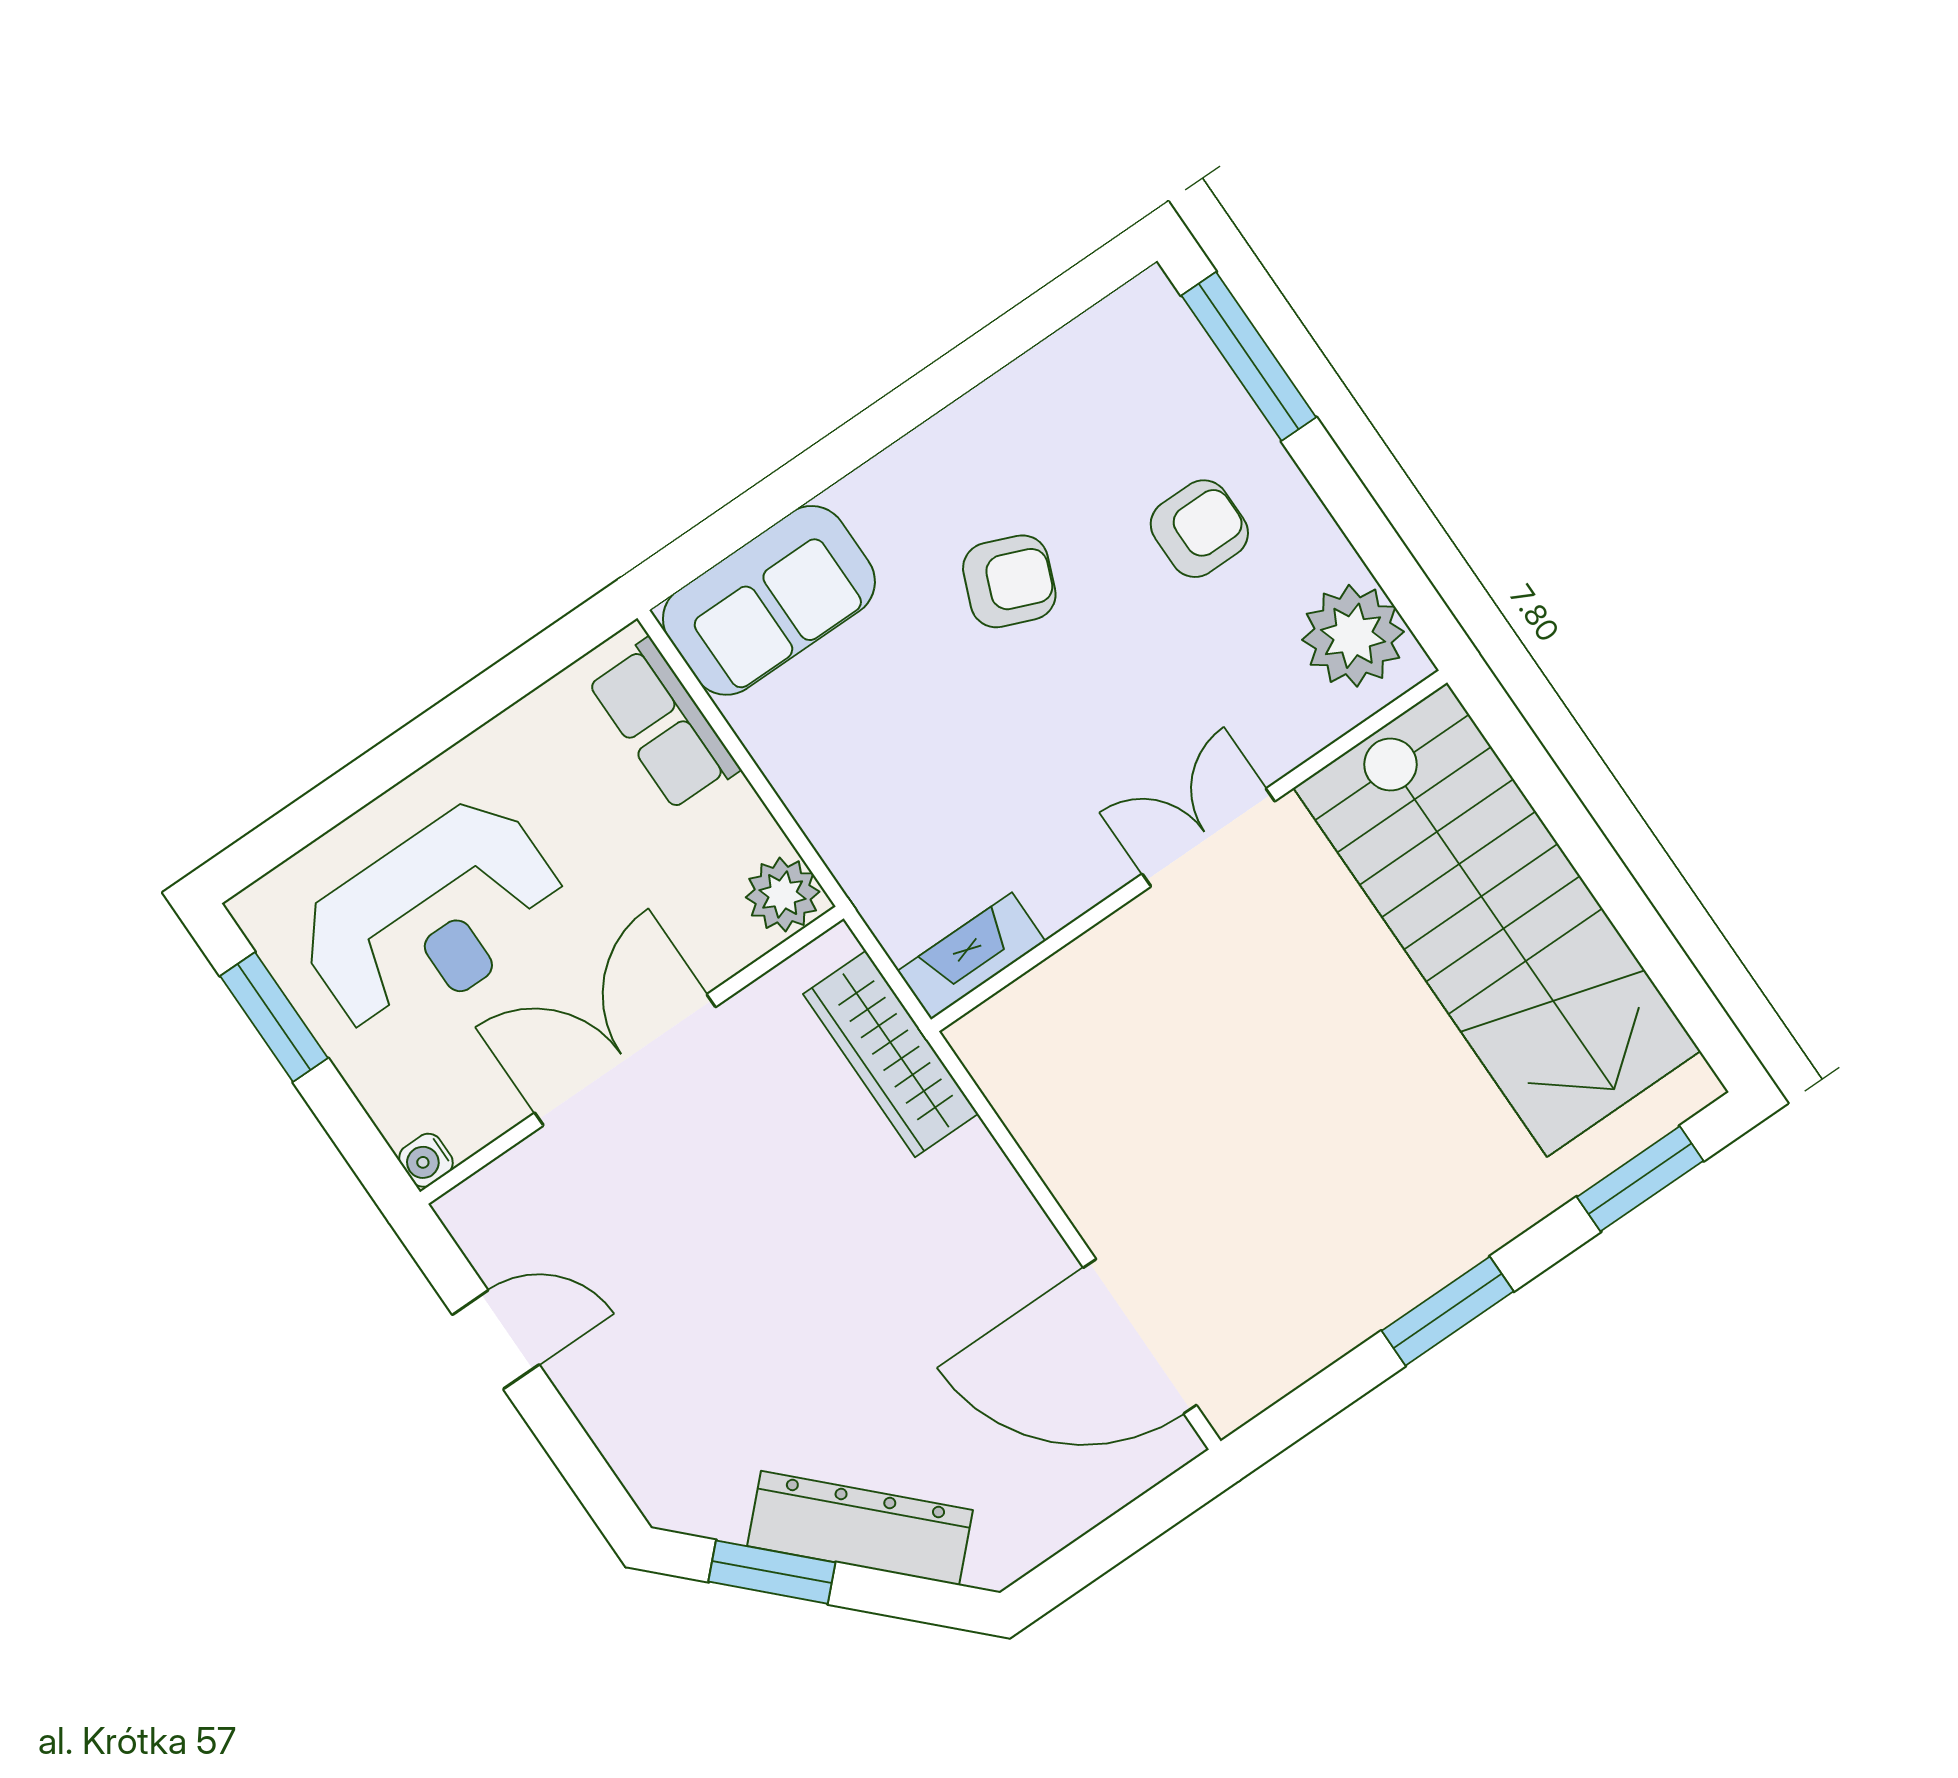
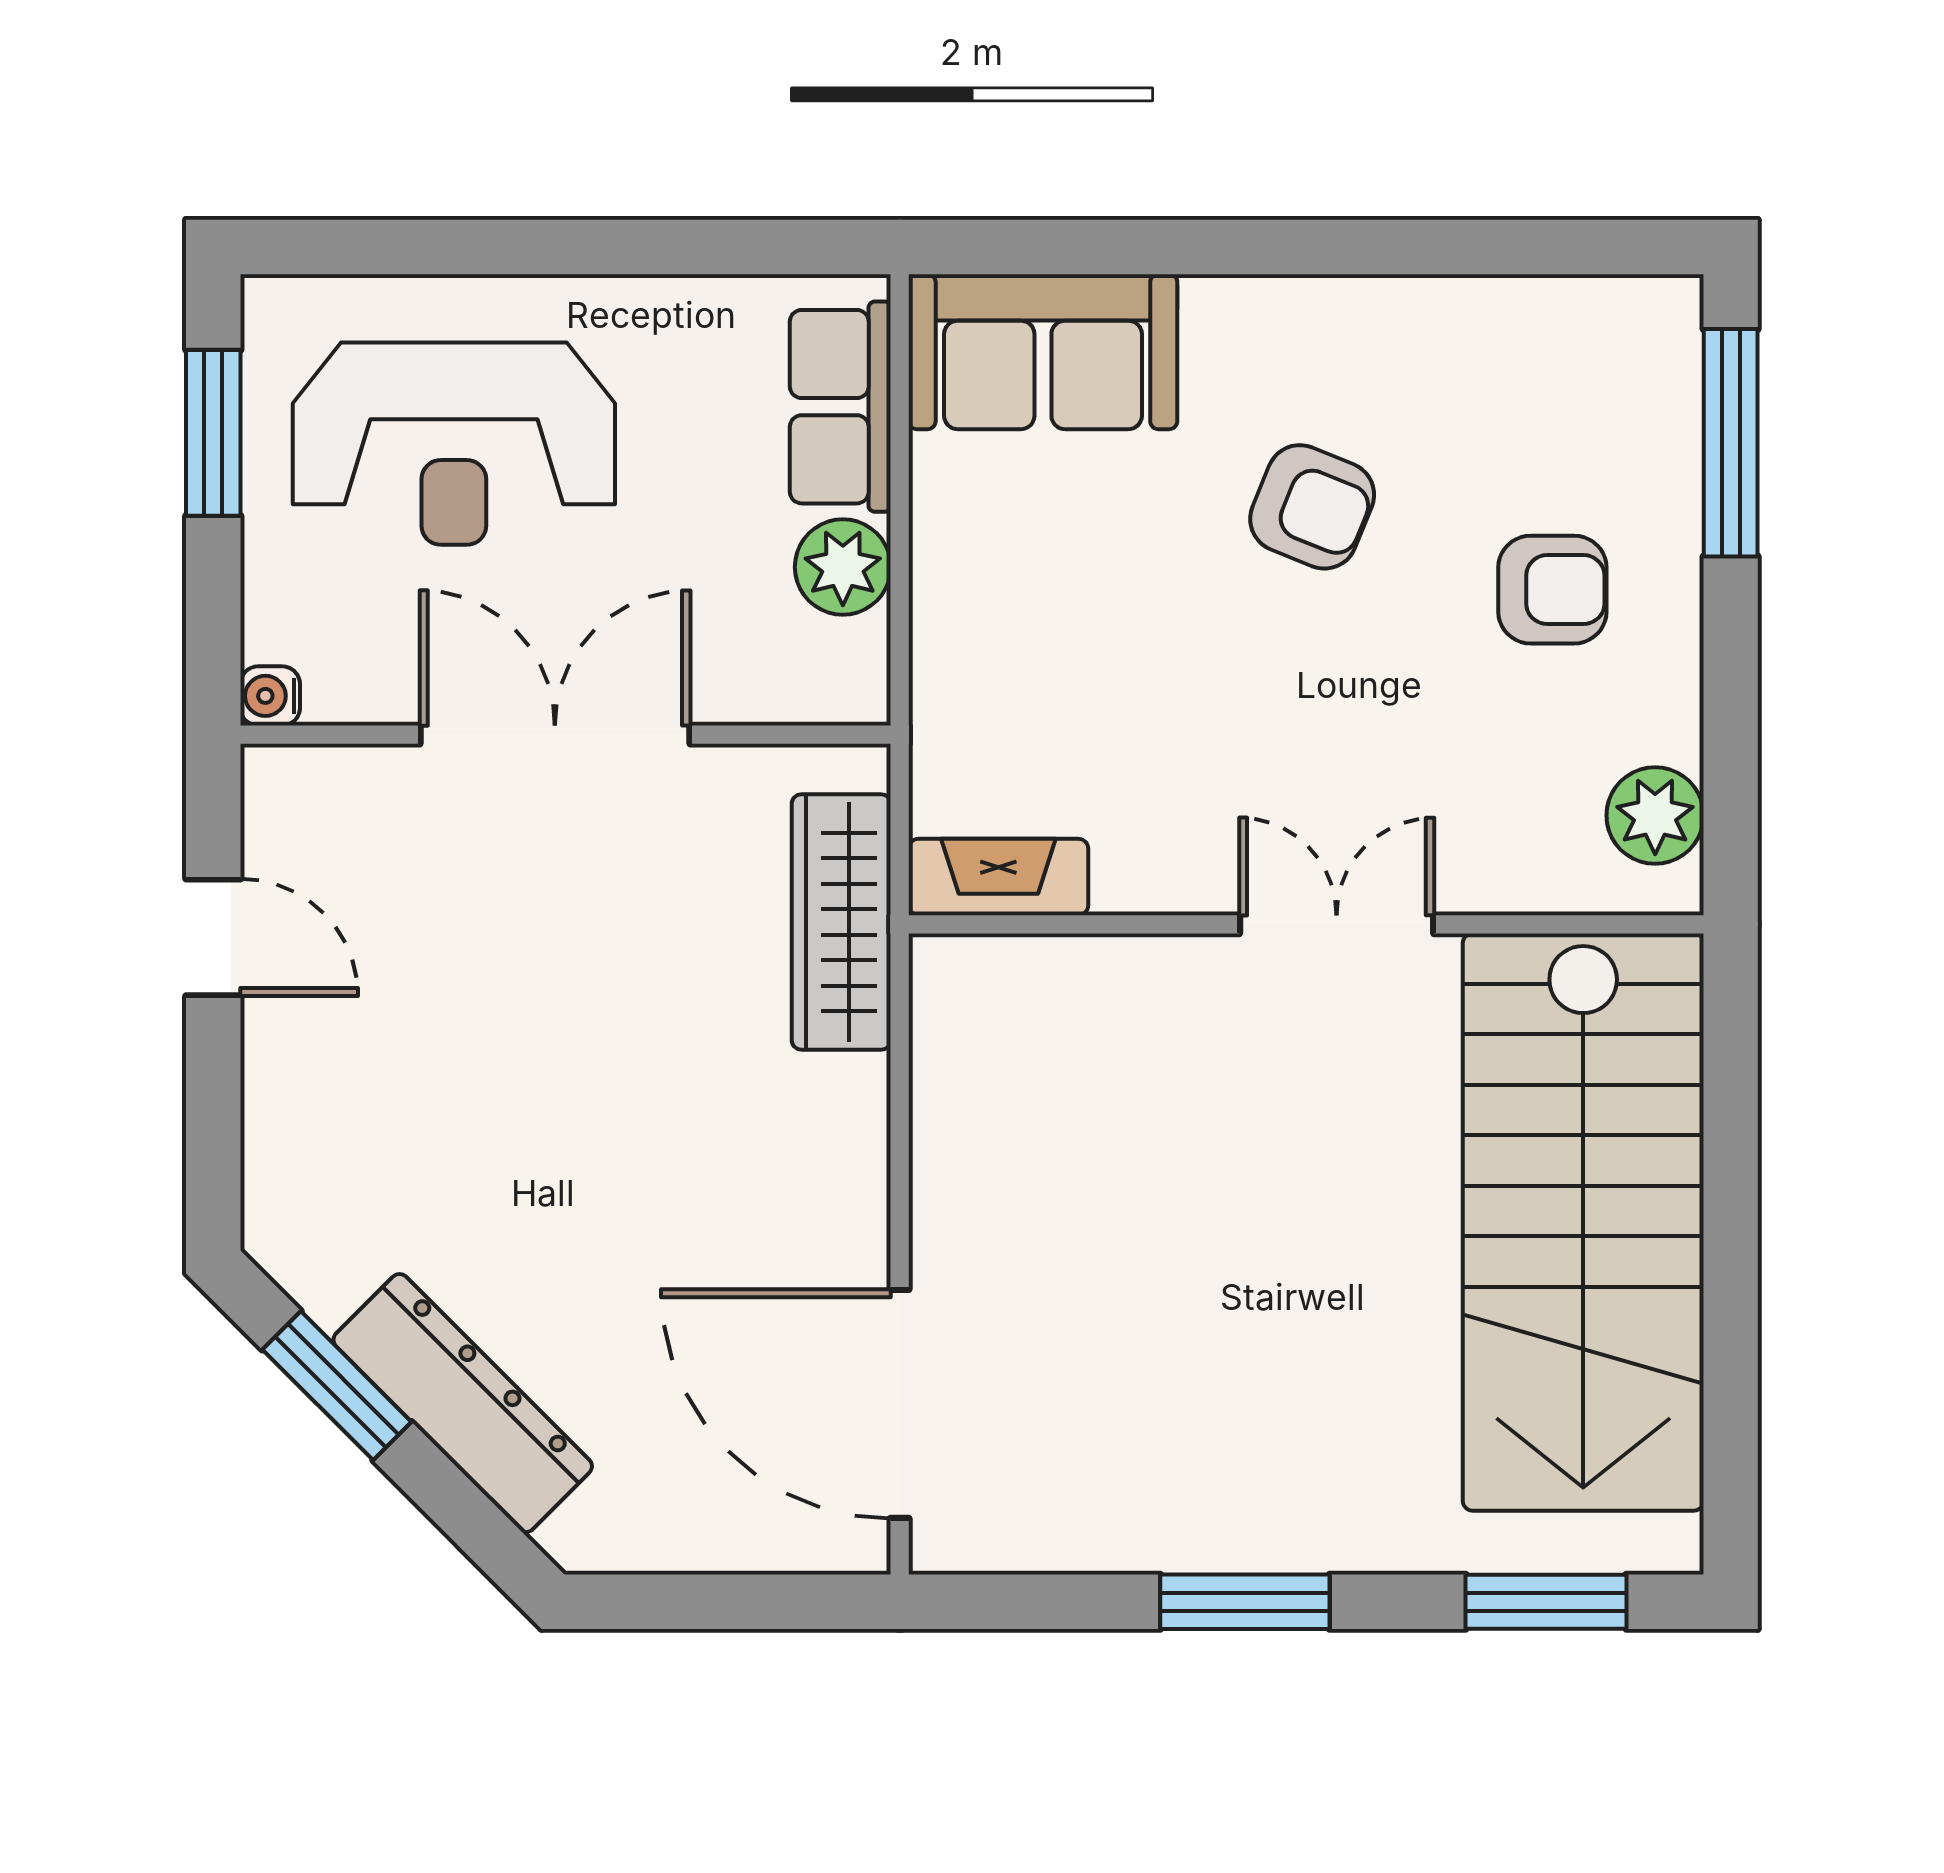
plant: (1353, 636) -> (1655, 815), width x0.73, depth x0.73
plant: (783, 895) -> (843, 567), moved

